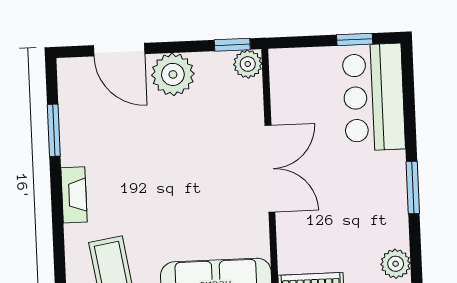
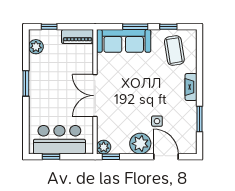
bar counter: (374, 97) -> (59, 140), moved, turned -90
side table: (141, 122) -> (157, 121), added

